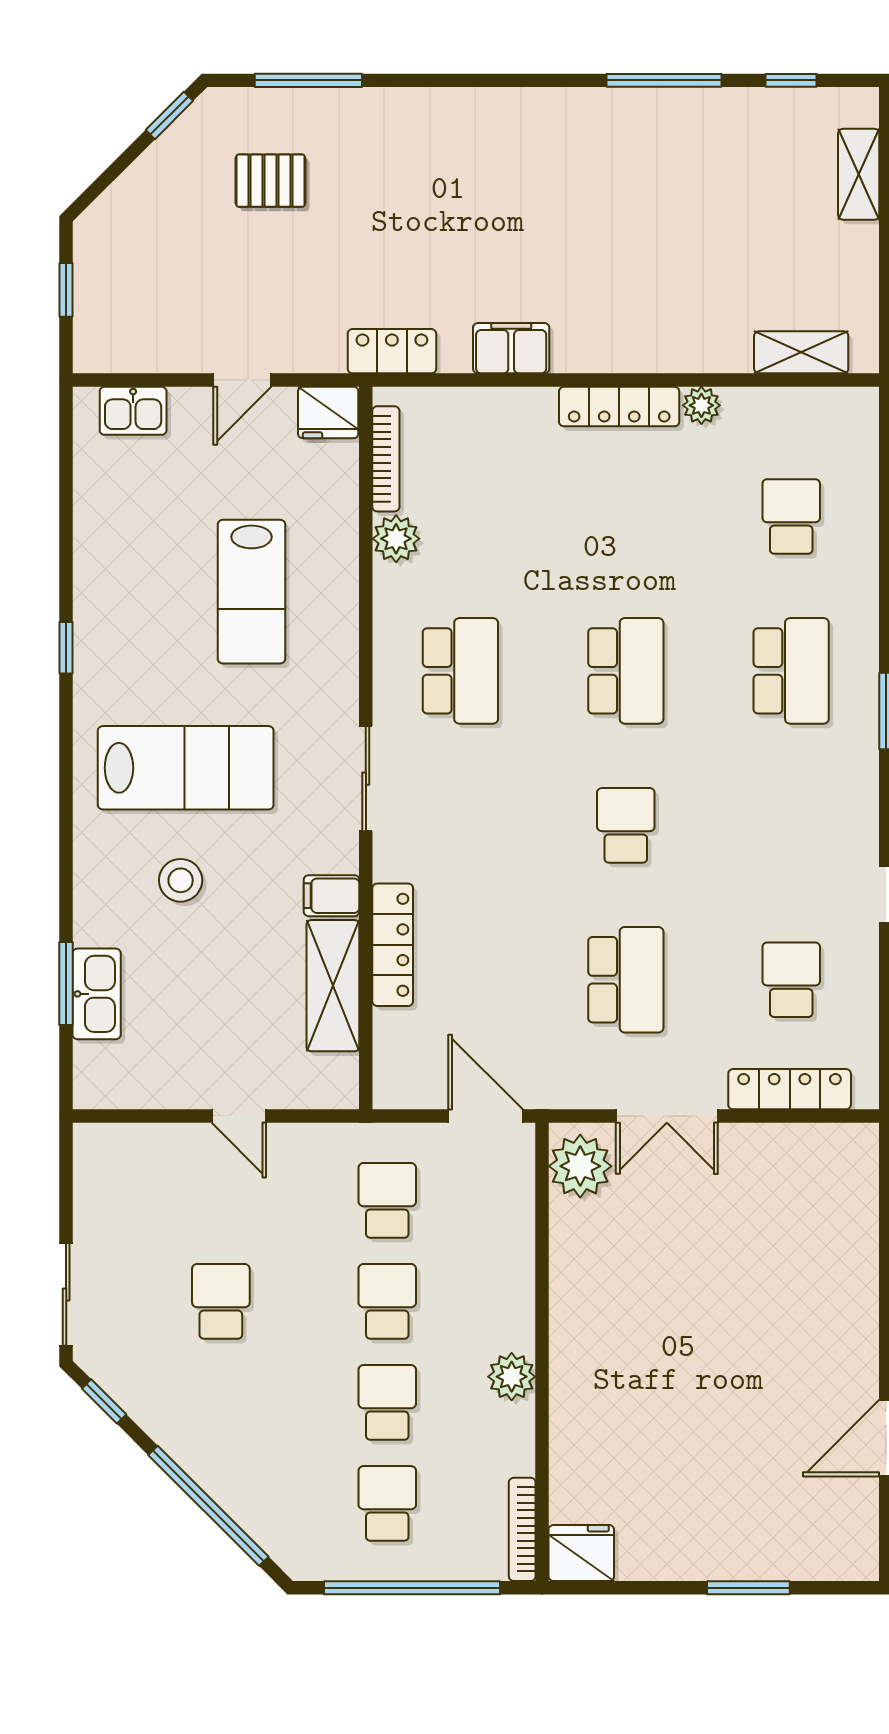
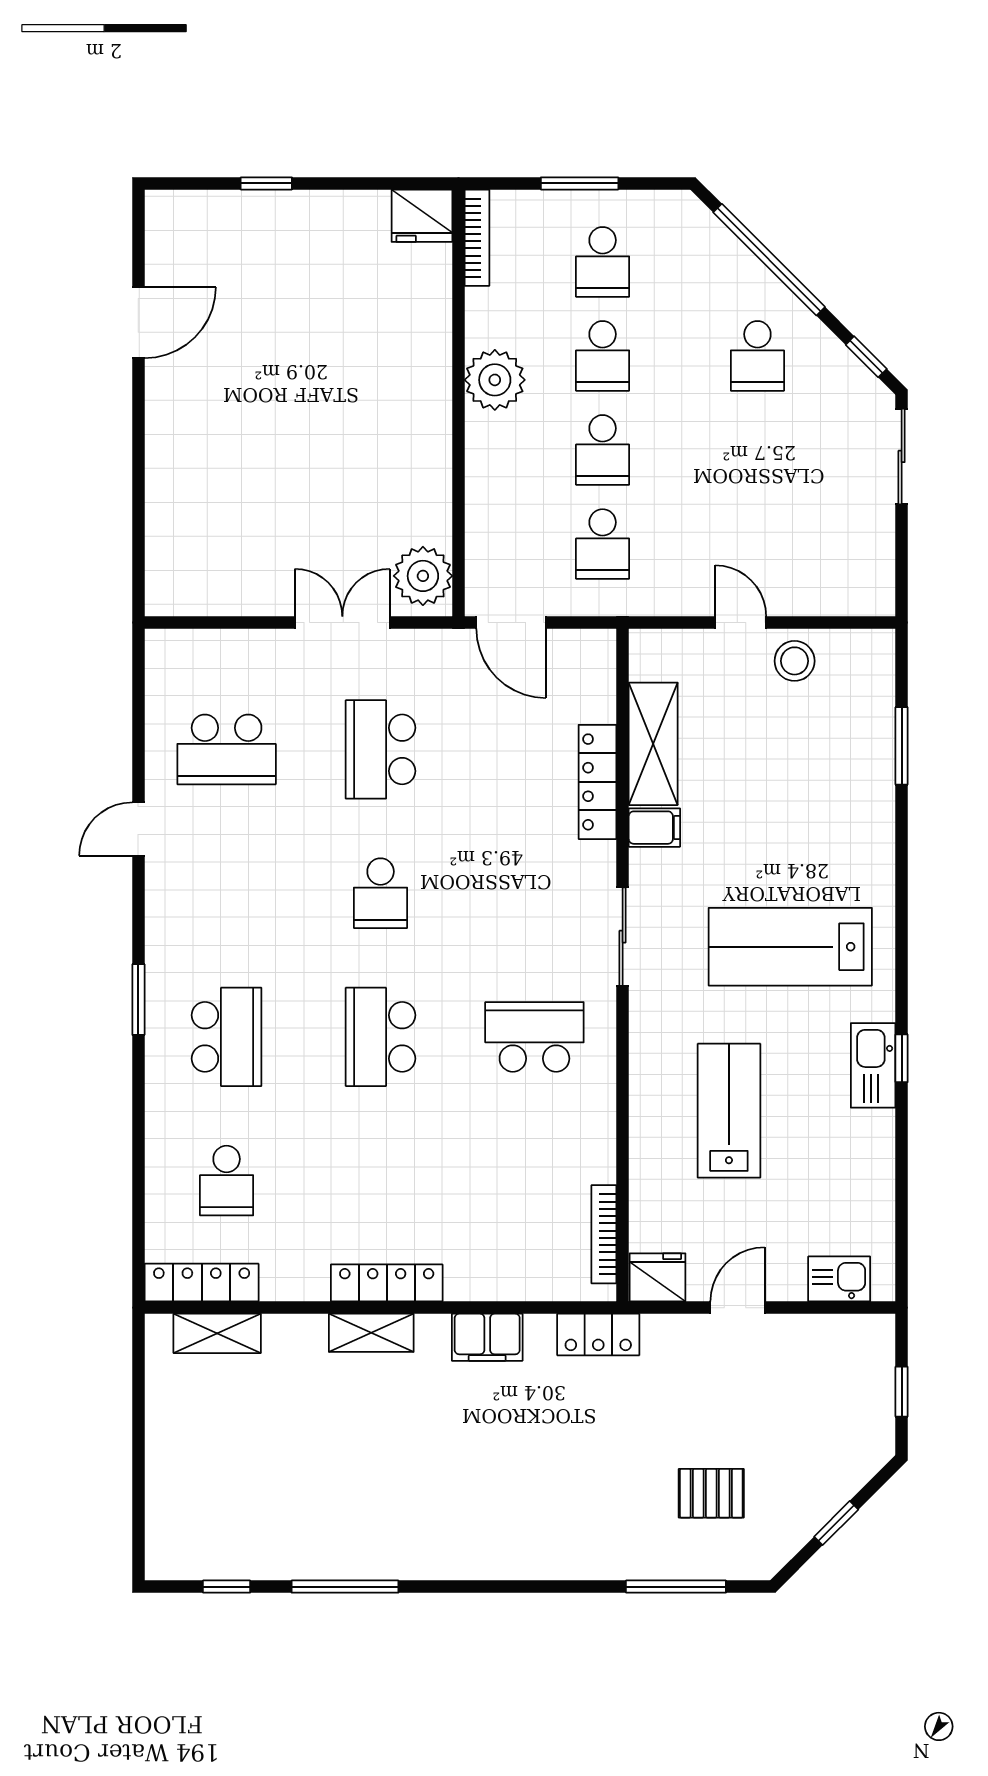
window: (169, 115) -> (836, 1523), moved
shelving: (859, 174) -> (371, 1333), moved, turned 90
plant: (701, 405) -> (310, 1284), removed
plant: (396, 539) -> (594, 1160), removed
school desk: (460, 671) -> (534, 1037), turned 90
school desk: (791, 671) -> (227, 1037), turned 180
stool: (181, 880) -> (795, 661), moved
school desk: (791, 980) -> (227, 749), width x1.85
kitchen sink: (97, 994) -> (873, 1065), moved
locker: (790, 1089) -> (202, 1283), moved, turned 180
school desk: (221, 1301) -> (757, 356), moved
plant: (512, 1377) -> (495, 380), width x1.36, depth x1.36
window: (412, 1588) -> (580, 183), width x0.47
window: (748, 1588) -> (266, 183), width x0.67

